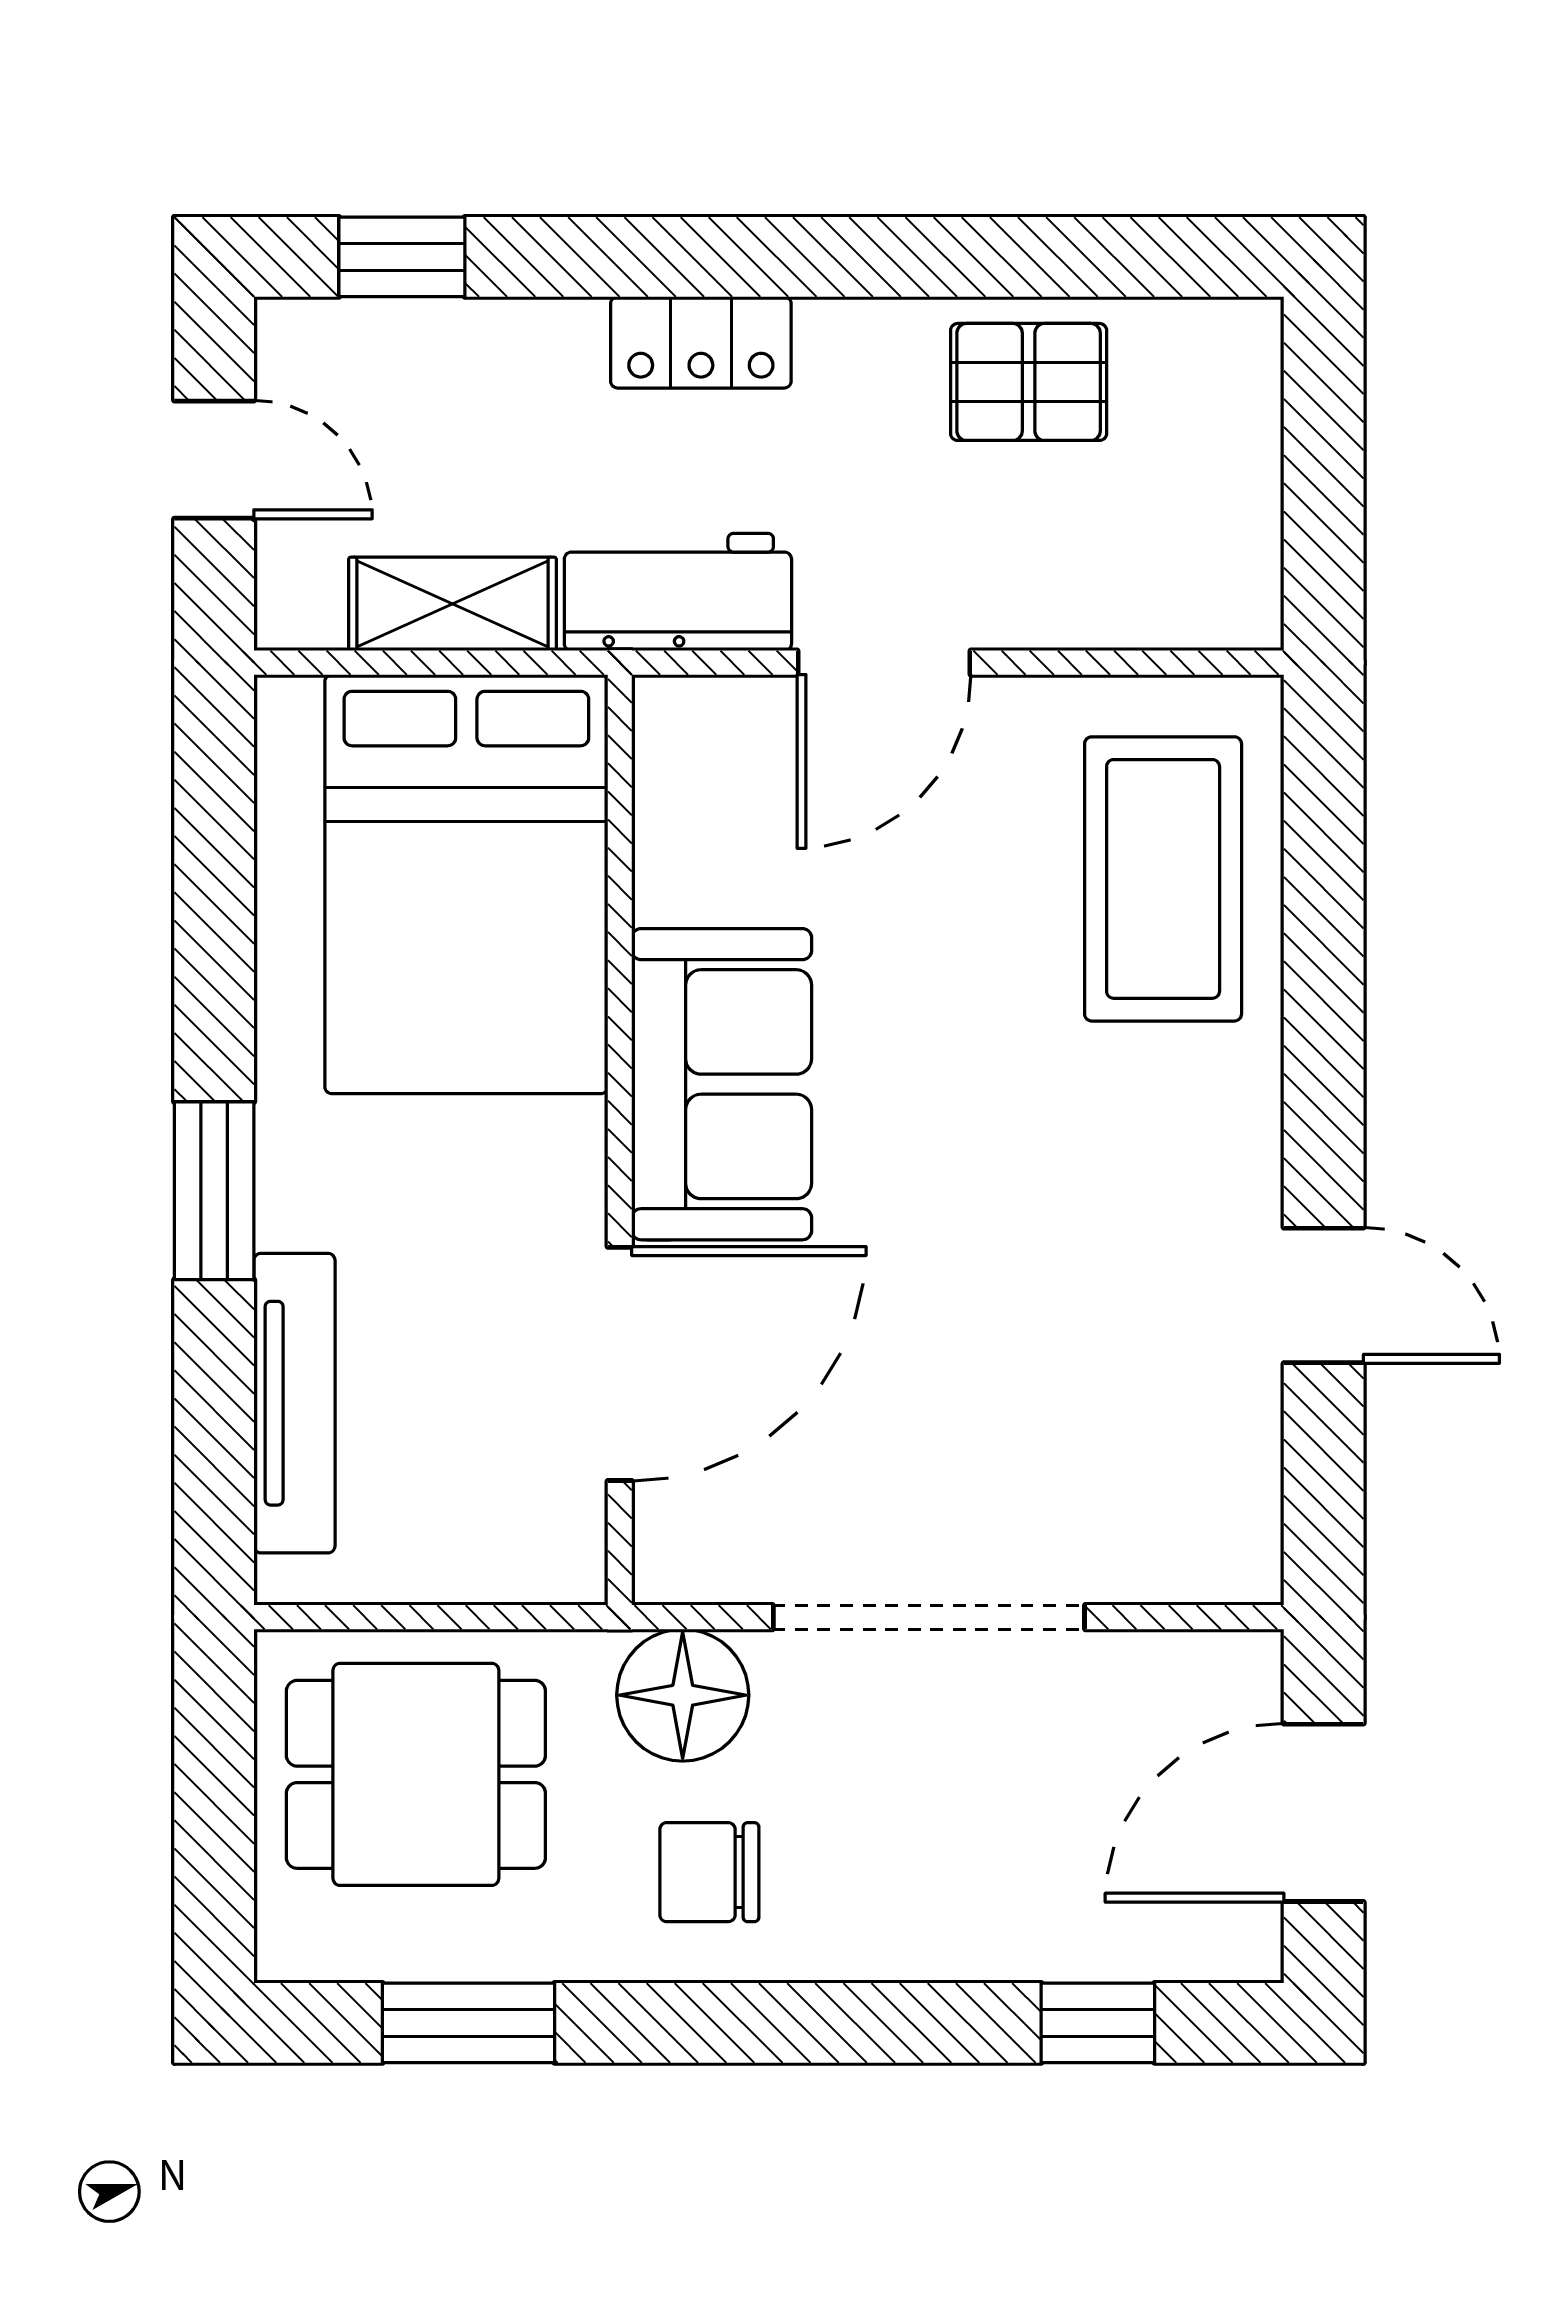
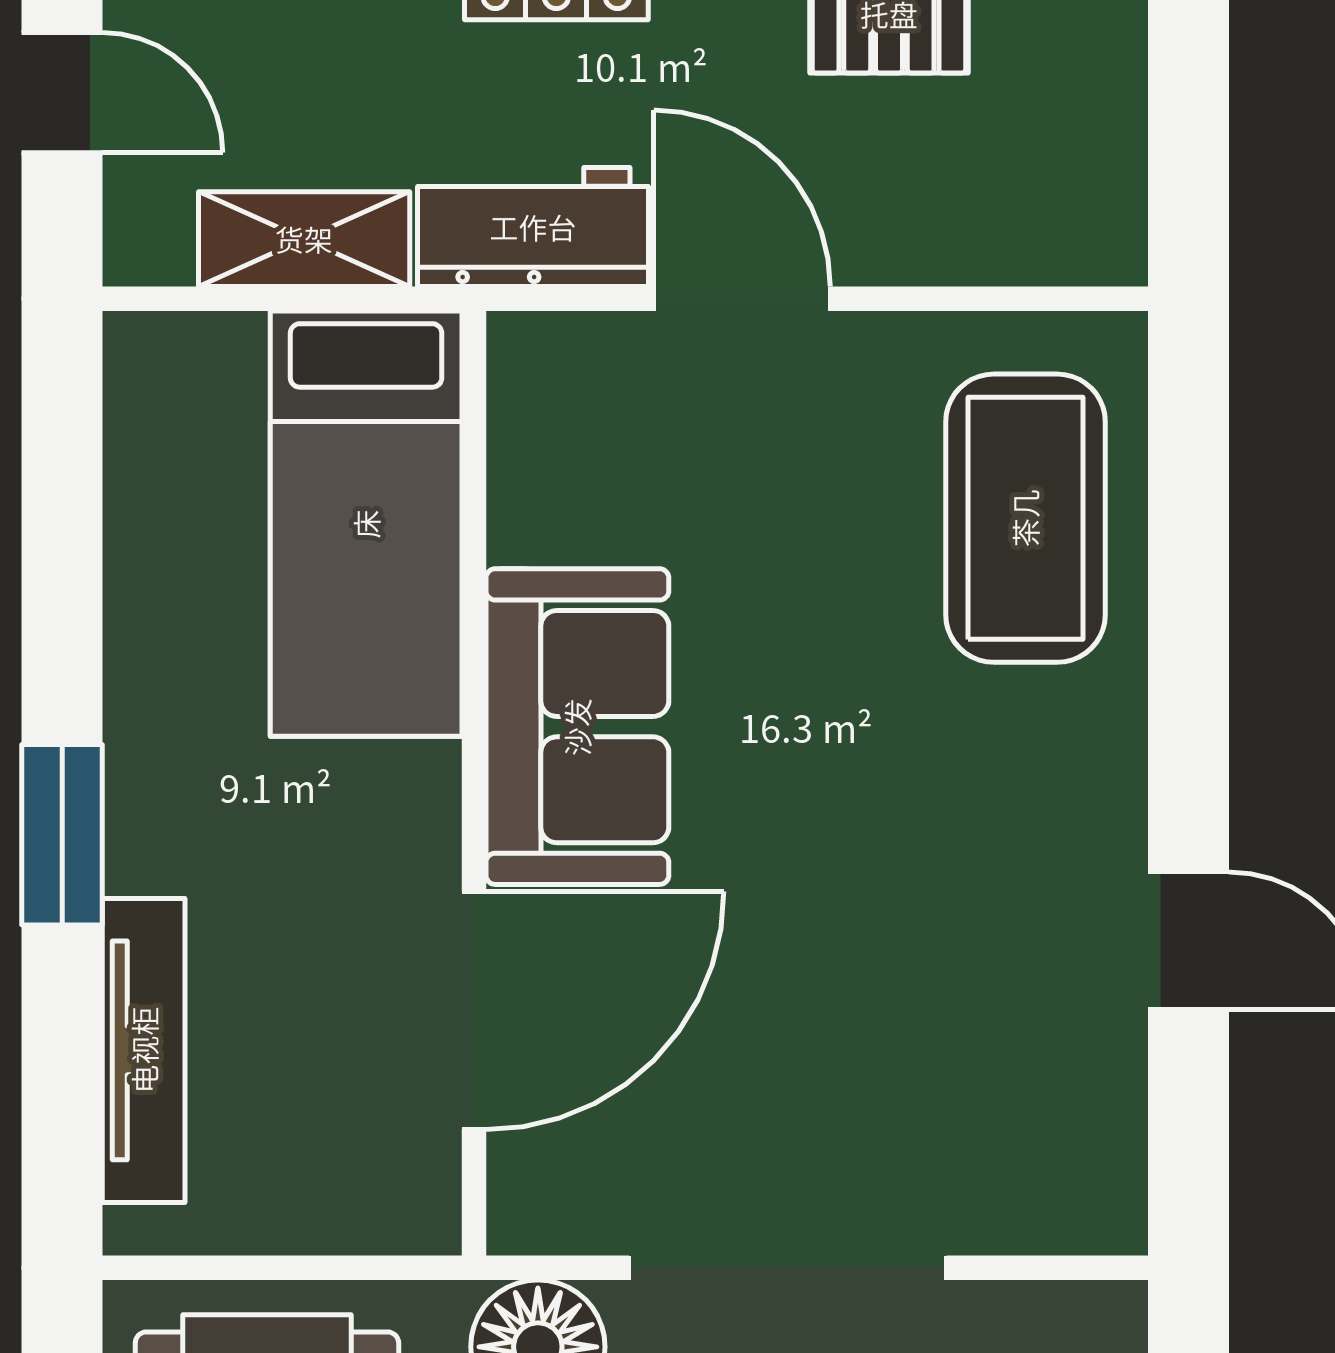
door: (884, 663) -> (742, 299), swing flipped
bed: (466, 884) -> (366, 524), width x0.67

